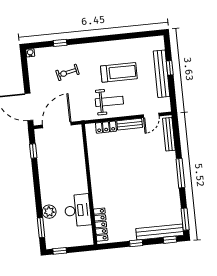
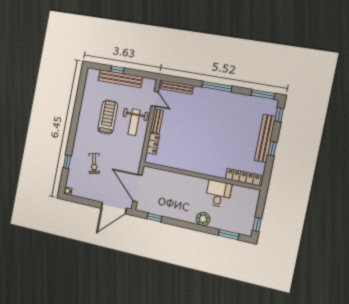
weight bench: (109, 101) -> (134, 122), moved, turned 180
desk: (78, 210) -> (218, 194), width x0.73
plant: (49, 212) -> (203, 219), moved
bench: (160, 232) -> (265, 138), moved

